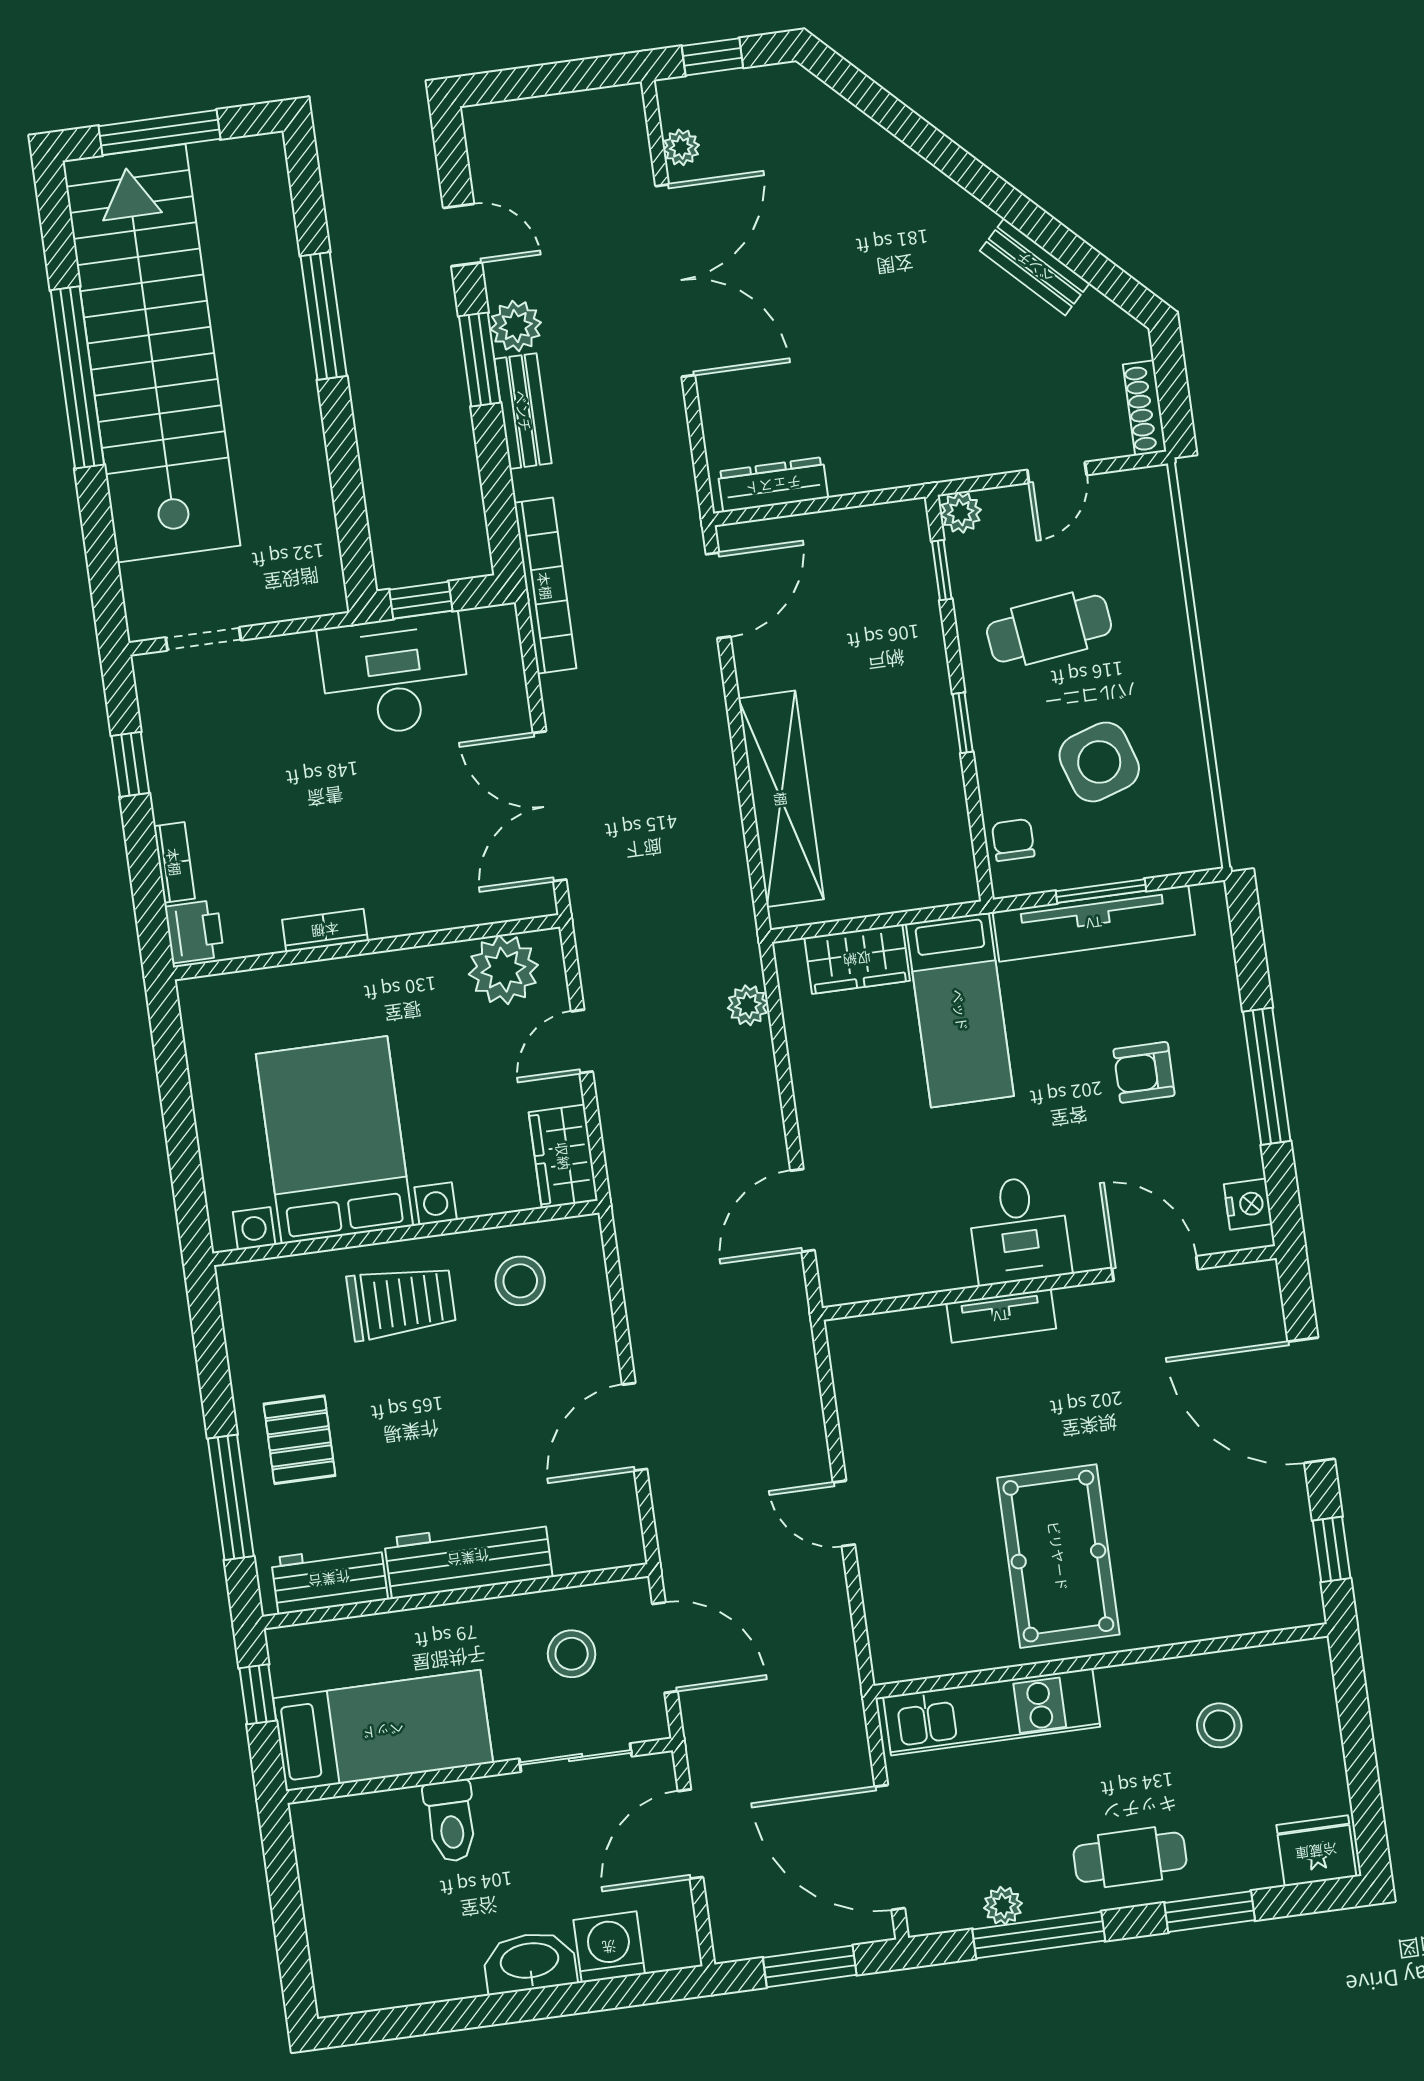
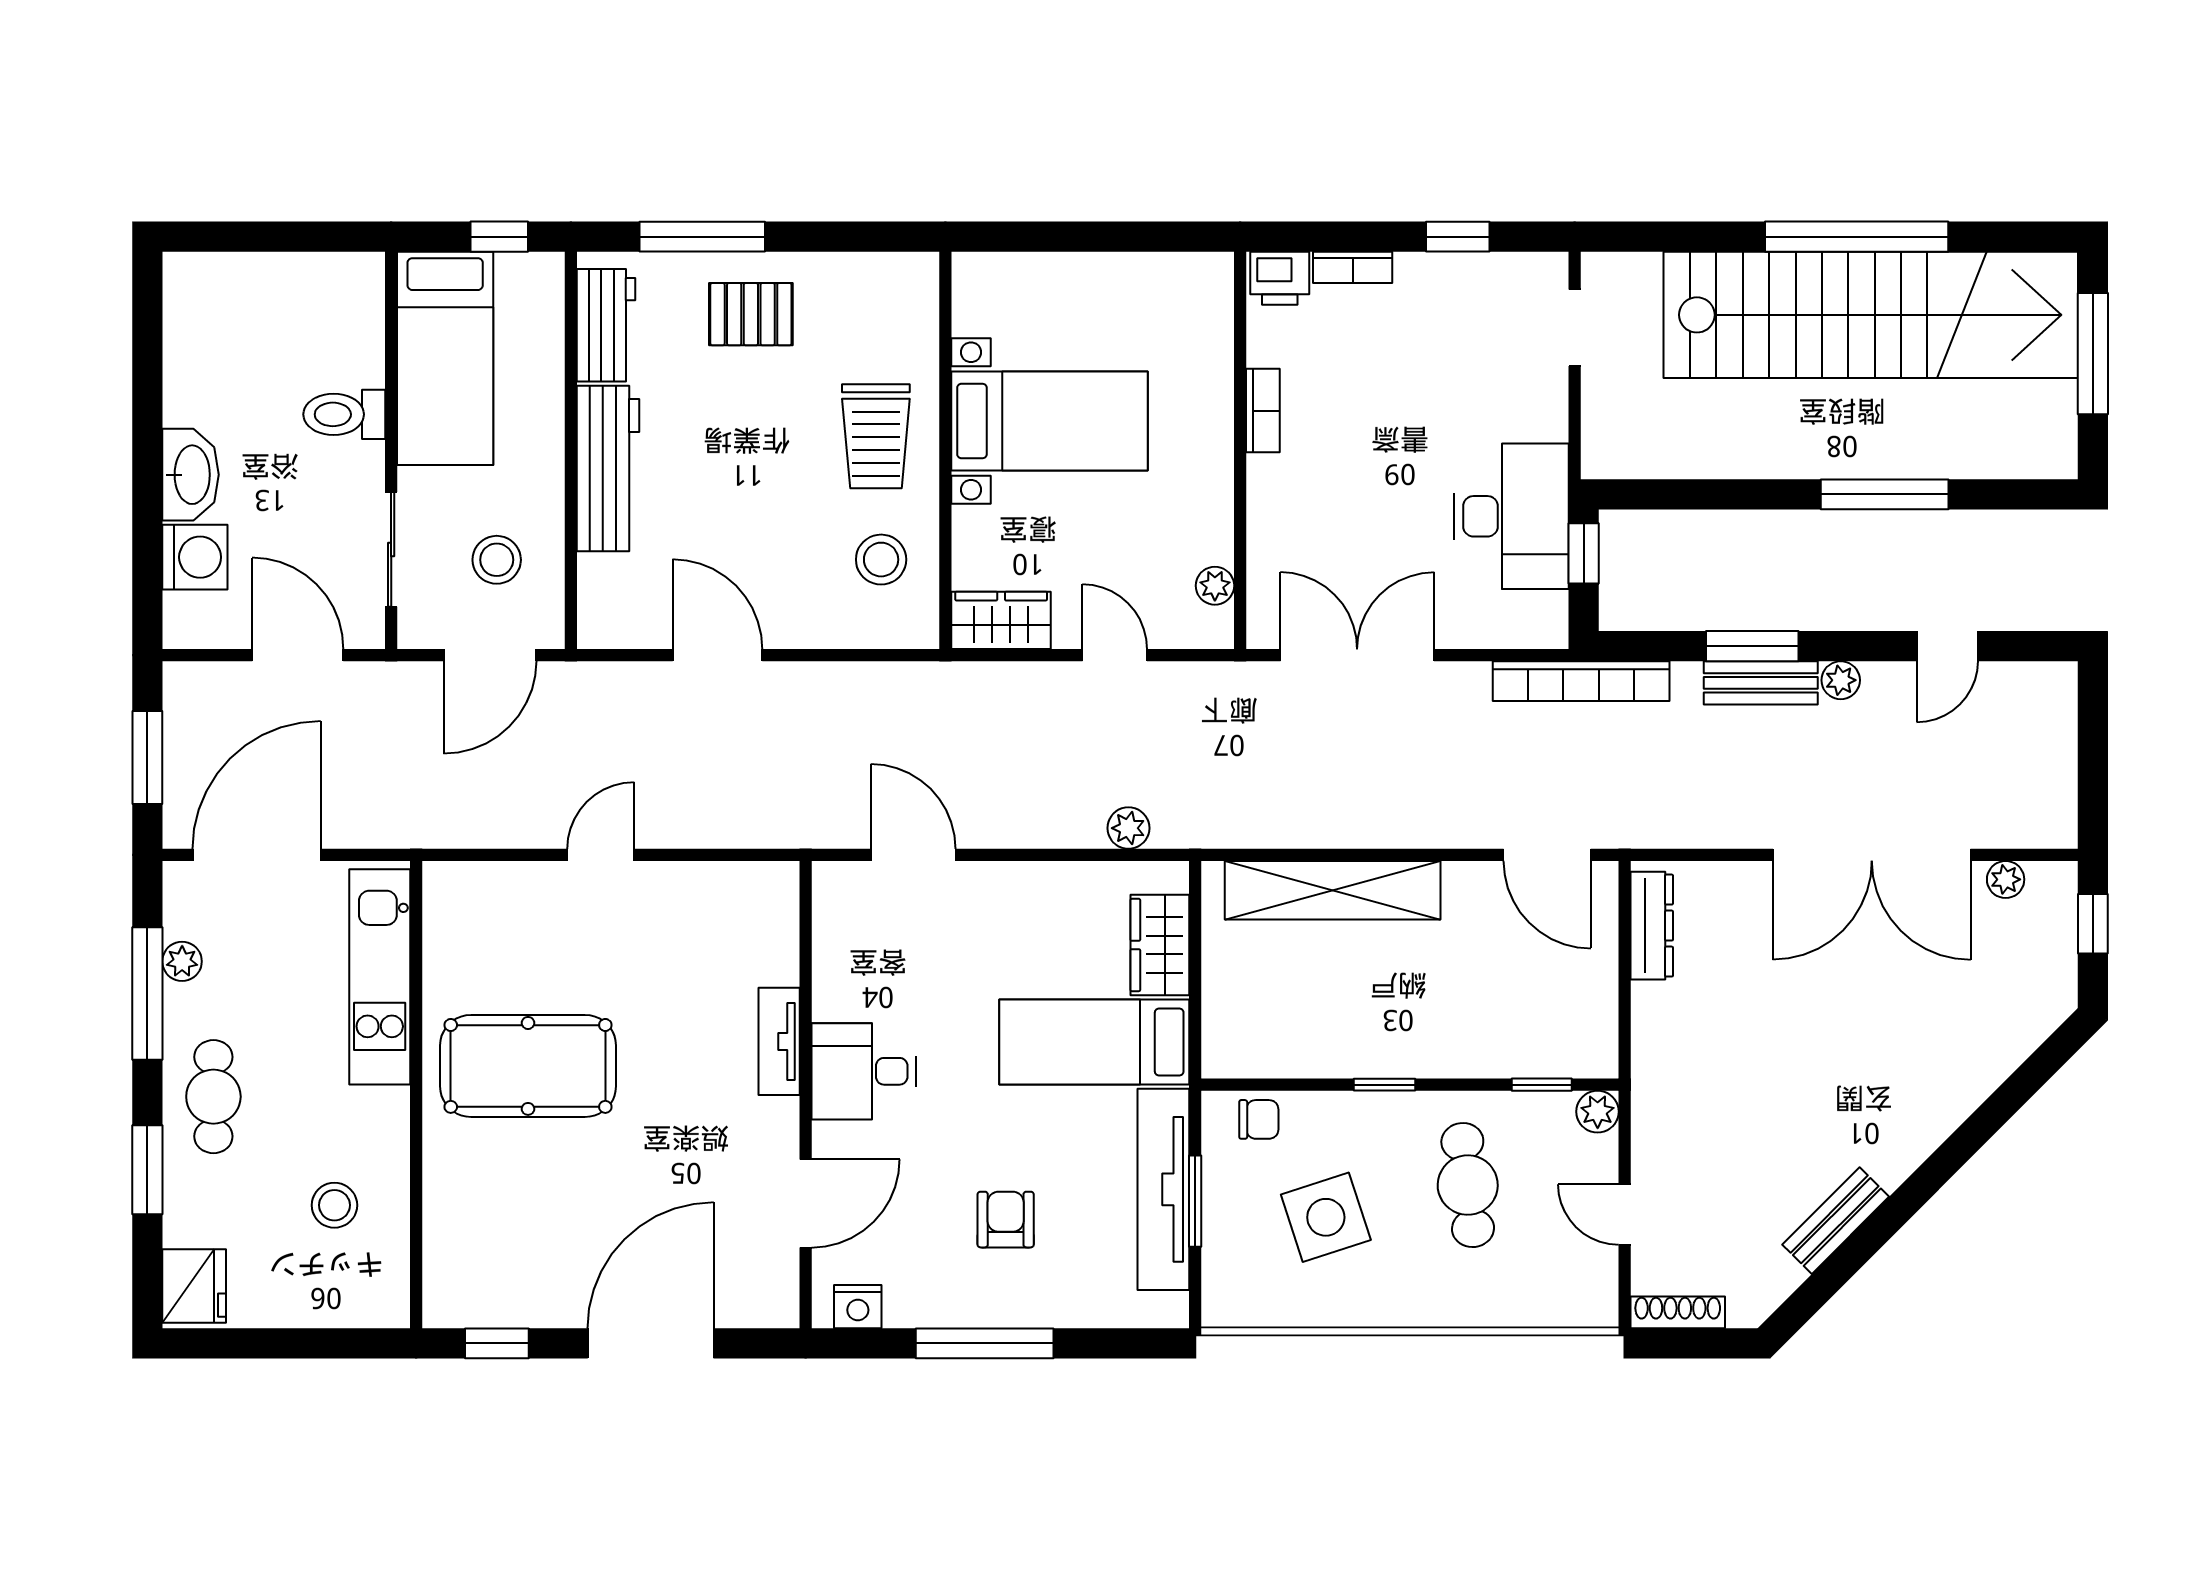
plant: (516, 326) -> (1841, 680), width x0.73, depth x0.73
window: (480, 359) -> (1752, 646), moved
plant: (503, 970) -> (1215, 586), width x0.53, depth x0.53
bed with nightstands: (334, 1140) -> (1049, 421), width x0.73

